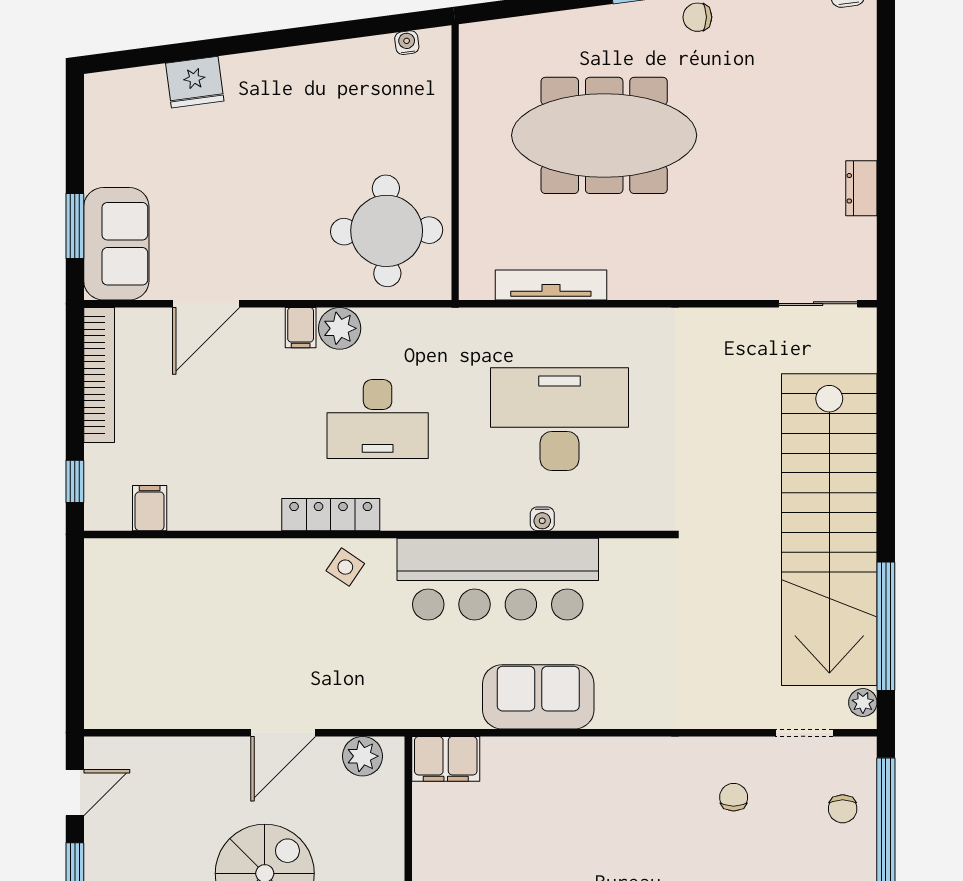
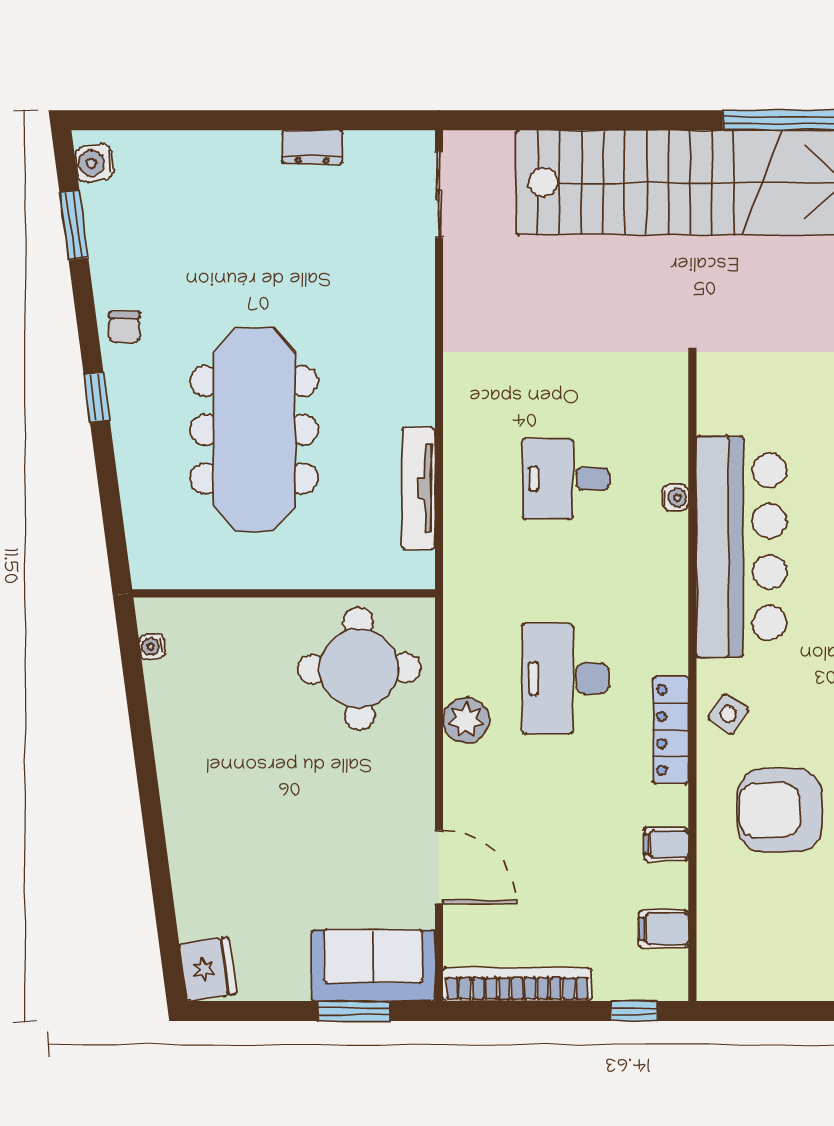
fridge: (195, 82) -> (208, 969), moved
filing cabinet: (301, 328) -> (666, 844), moved, turned 180
desk: (378, 419) -> (566, 678), turned 180
desk: (560, 419) -> (566, 479), width x0.53, depth x0.77
armchair: (258, 614) -> (780, 810), added

